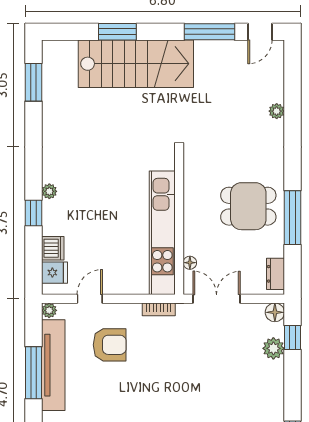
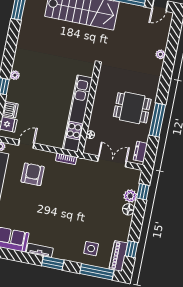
double door: (217, 299) -> (112, 161), moved
floor lamp: (275, 312) -> (128, 209), moved
armchair: (110, 345) -> (33, 174), turned -90

